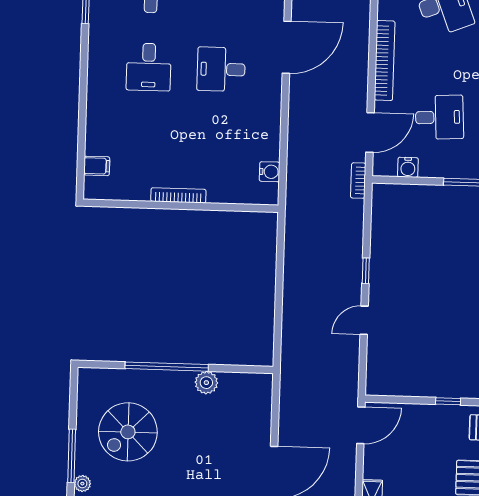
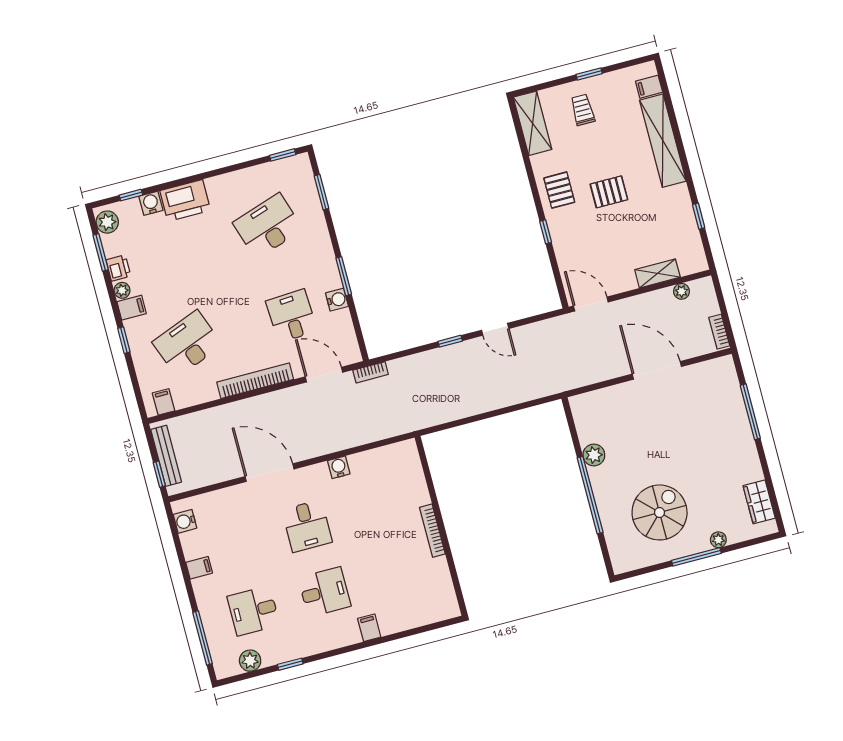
filing cabinet: (97, 166) -> (369, 628), moved
water cooler: (408, 167) -> (337, 300), moved
water cooler: (270, 172) -> (339, 467), moved
spiral stairs: (128, 432) -> (660, 512), turned -90

